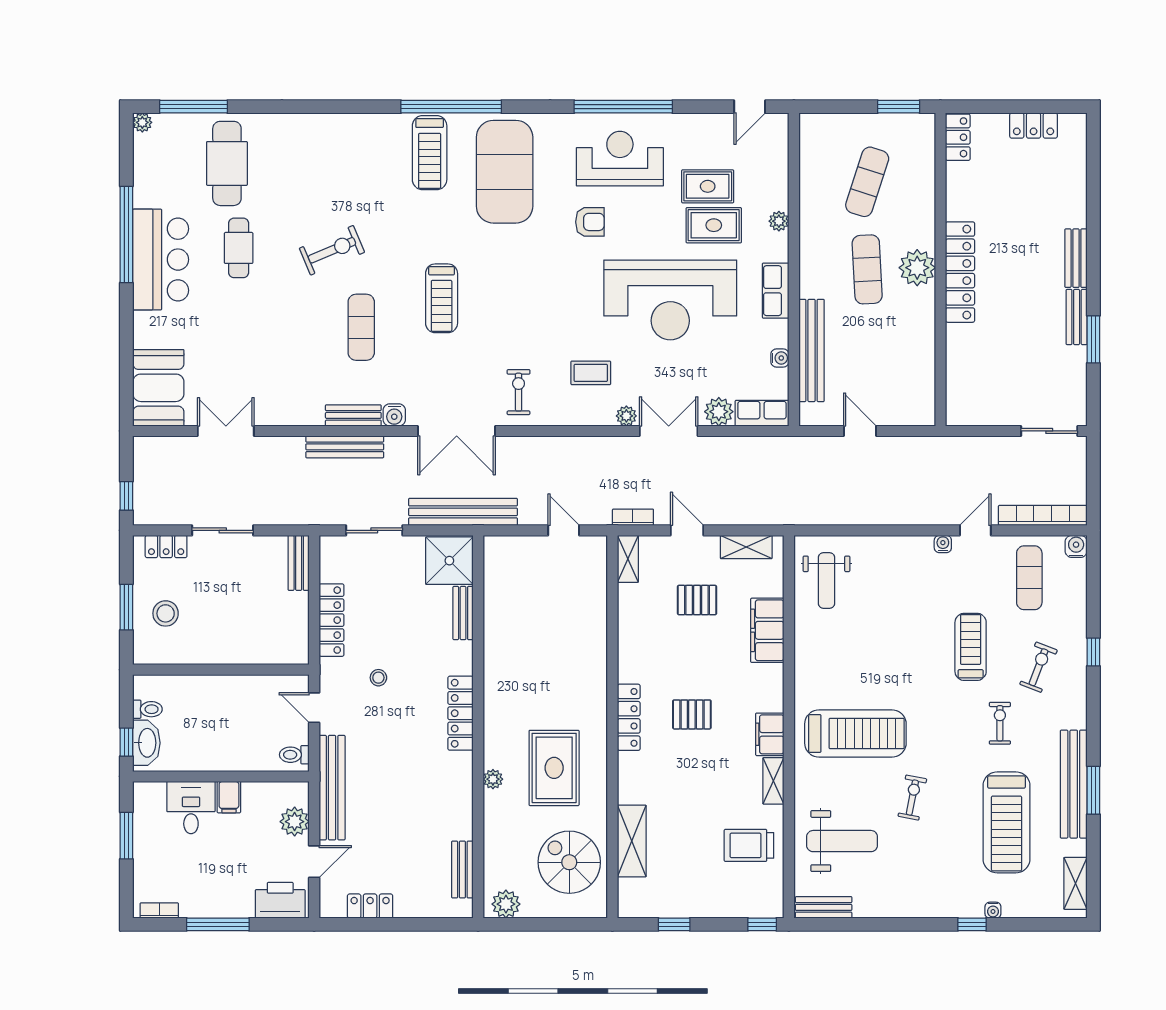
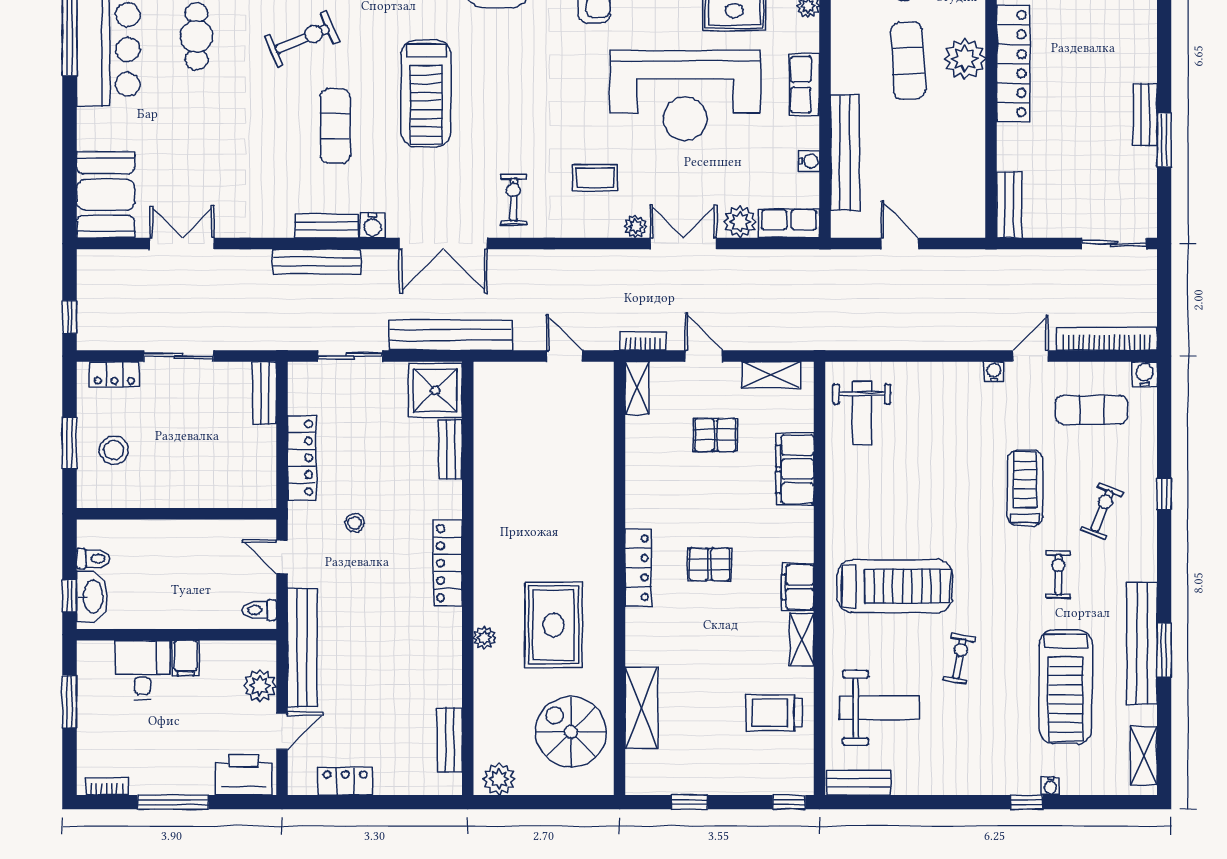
bench: (1076, 258) -> (1009, 205), moved
treadmill: (442, 298) -> (426, 93), width x1.37, depth x1.38
exercise mat: (1029, 578) -> (1092, 410), turned 90

